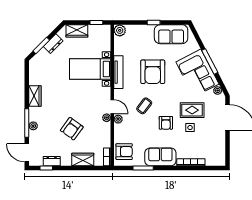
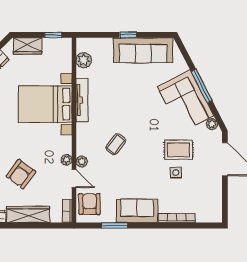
plant: (120, 30) -> (84, 60), moved
sofa: (171, 34) -> (143, 50), width x1.36
bed with nightstands: (90, 69) -> (45, 104), width x1.36
armchair: (153, 72) -> (127, 99), removed
door: (112, 107) -> (74, 178), moved
armchair: (166, 123) -> (144, 166), removed
armchair: (124, 152) -> (89, 204), turned -90
wardrobe: (83, 160) -> (28, 214), width x1.50

